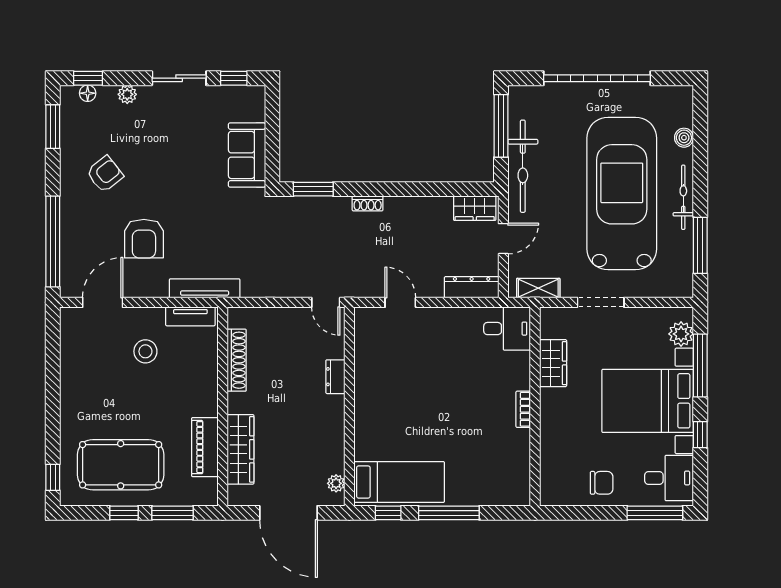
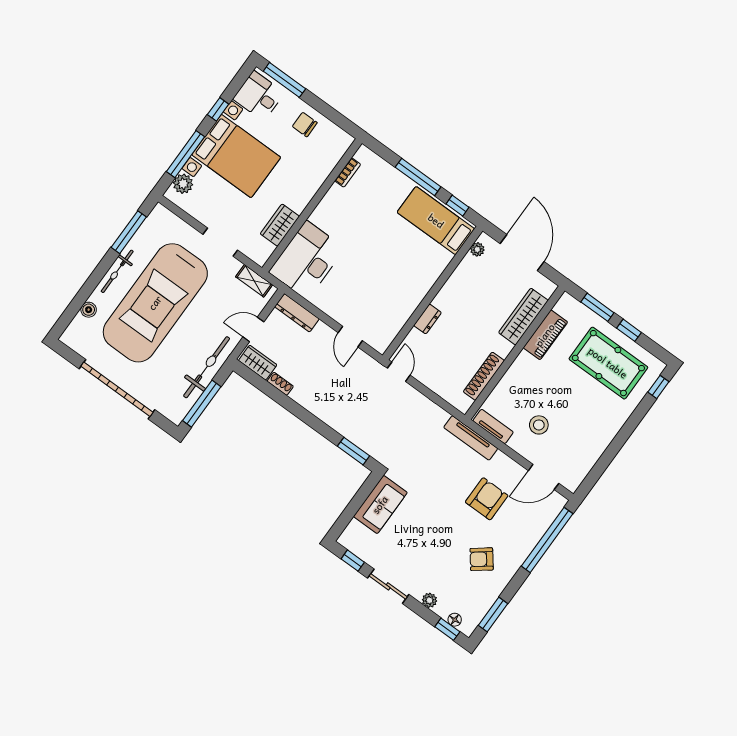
shoe rack: (368, 203) -> (280, 384), moved
desk: (507, 329) -> (307, 260), width x1.87, depth x1.30
bookcase: (523, 409) -> (348, 173), moved

